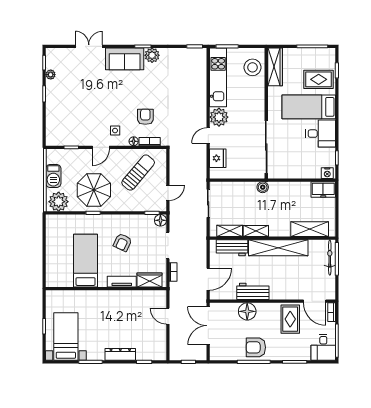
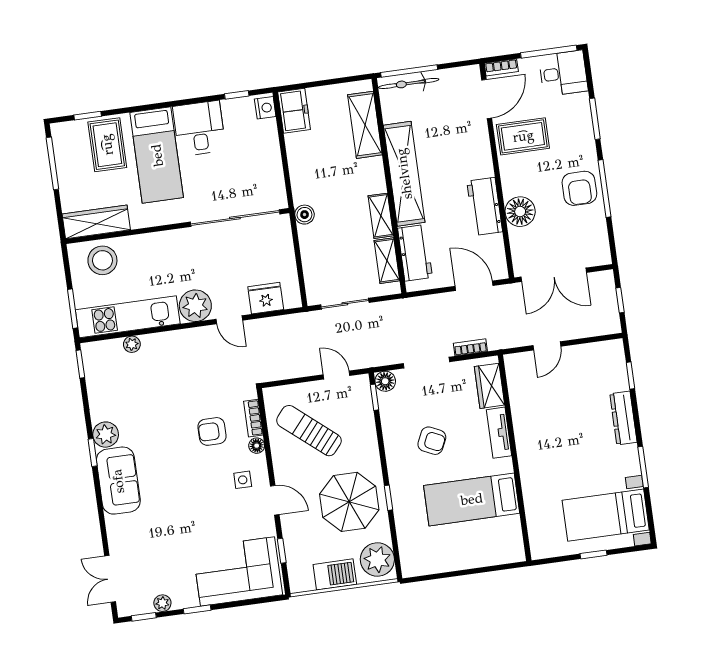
double door: (89, 46) -> (110, 579), moved
plant: (202, 78) -> (132, 344), added
corner sofa: (63, 120) -> (238, 571), added

